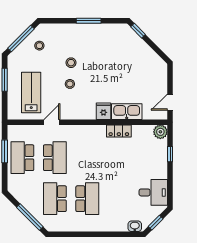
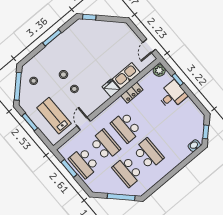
school desk: (87, 158) -> (126, 127), added
desk: (153, 192) -> (172, 95), moved

